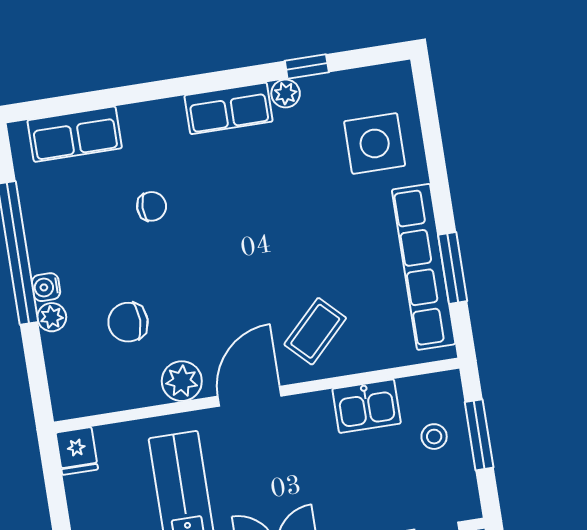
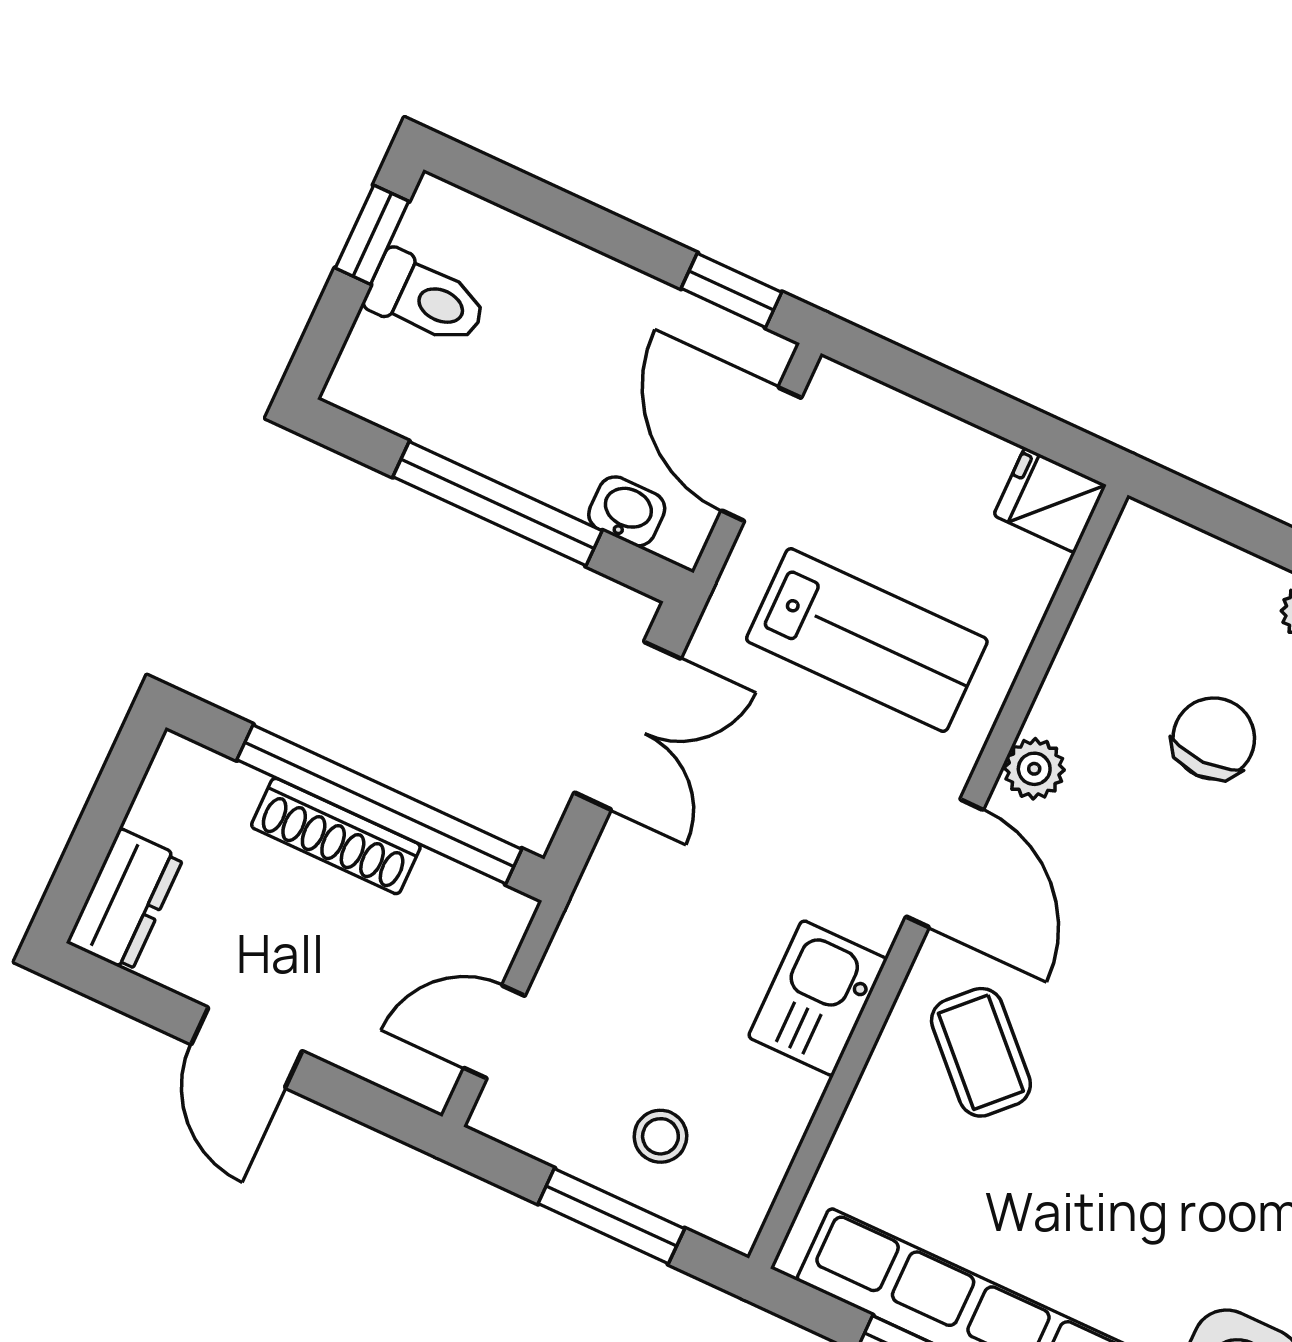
plant: (182, 381) -> (1034, 769), width x0.73, depth x0.73
kitchen sink: (367, 406) -> (818, 998), moved

